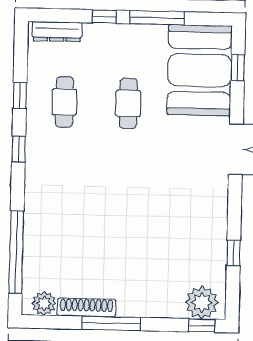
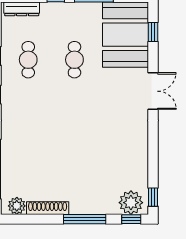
window: (233, 253) -> (153, 197), moved
window: (111, 323) -> (85, 219), moved

